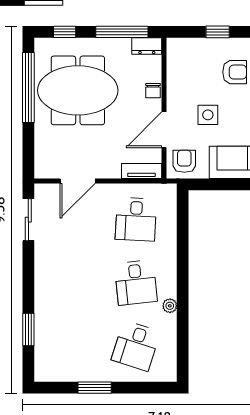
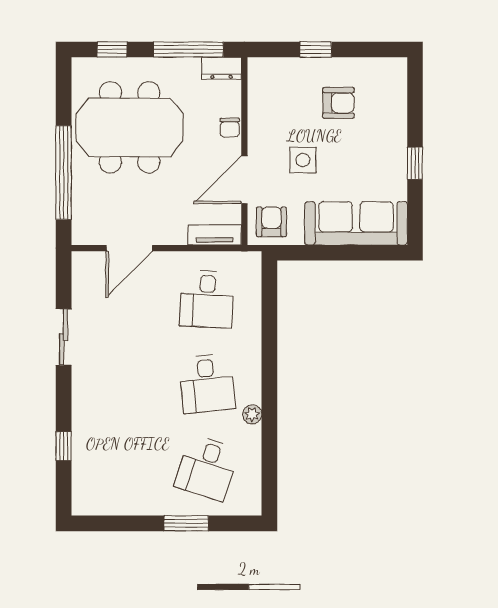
window: (28, 87) -> (64, 173), moved
sliding door: (28, 220) -> (64, 337), moved
window: (28, 330) -> (64, 446), width x0.67
window: (95, 388) -> (186, 523), moved

